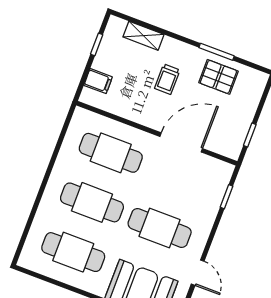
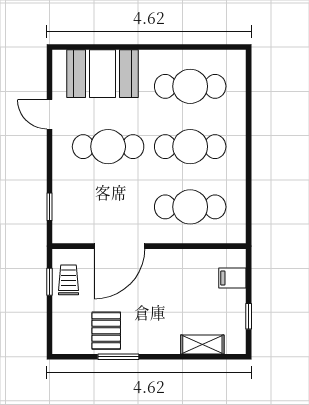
pallet: (218, 77) -> (106, 331), turned 90
trolley: (167, 79) -> (69, 280), moved

